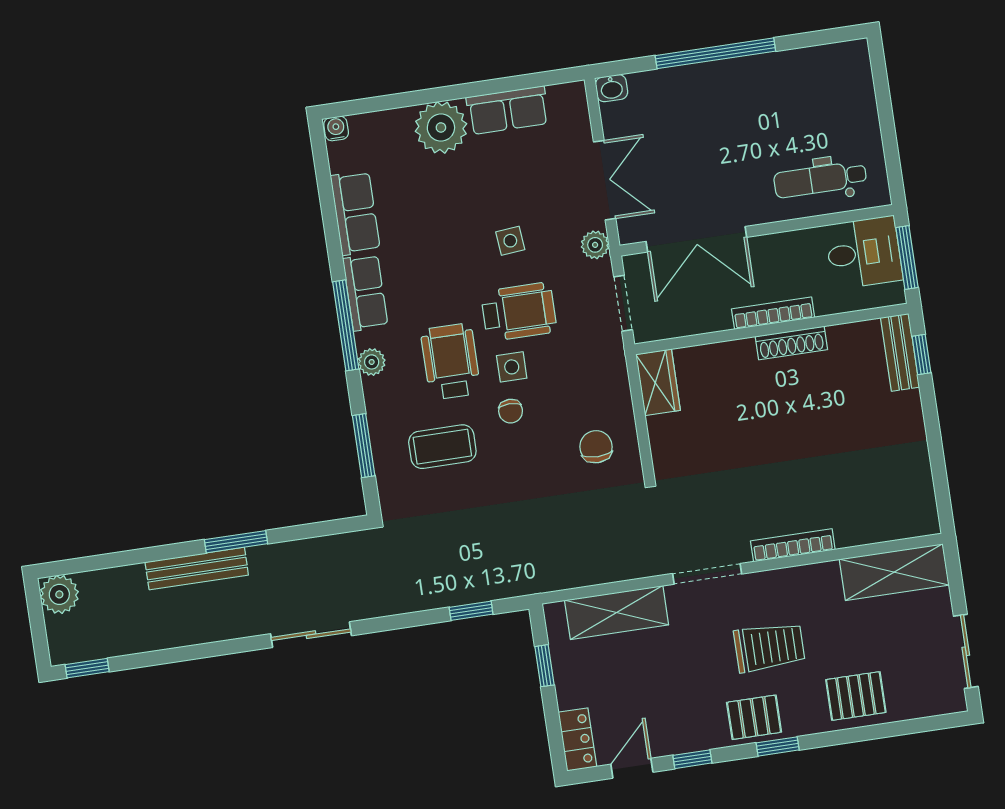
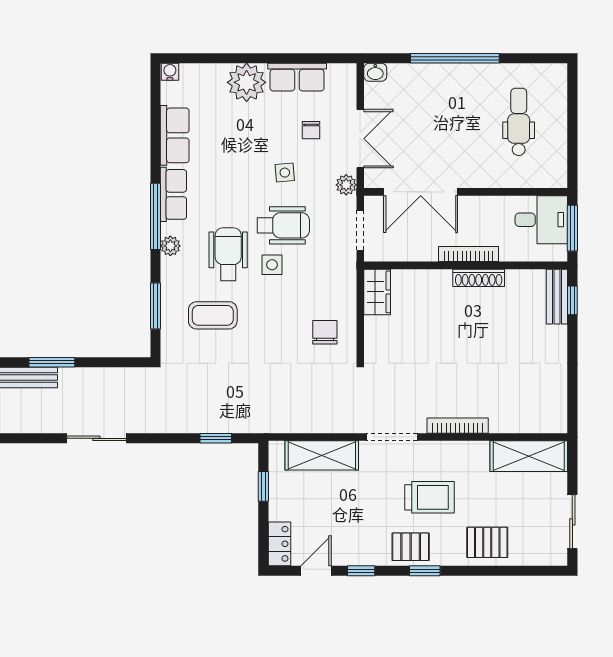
dental chair: (820, 179) -> (519, 122), moved, turned 90
chair: (511, 411) -> (311, 130), moved

